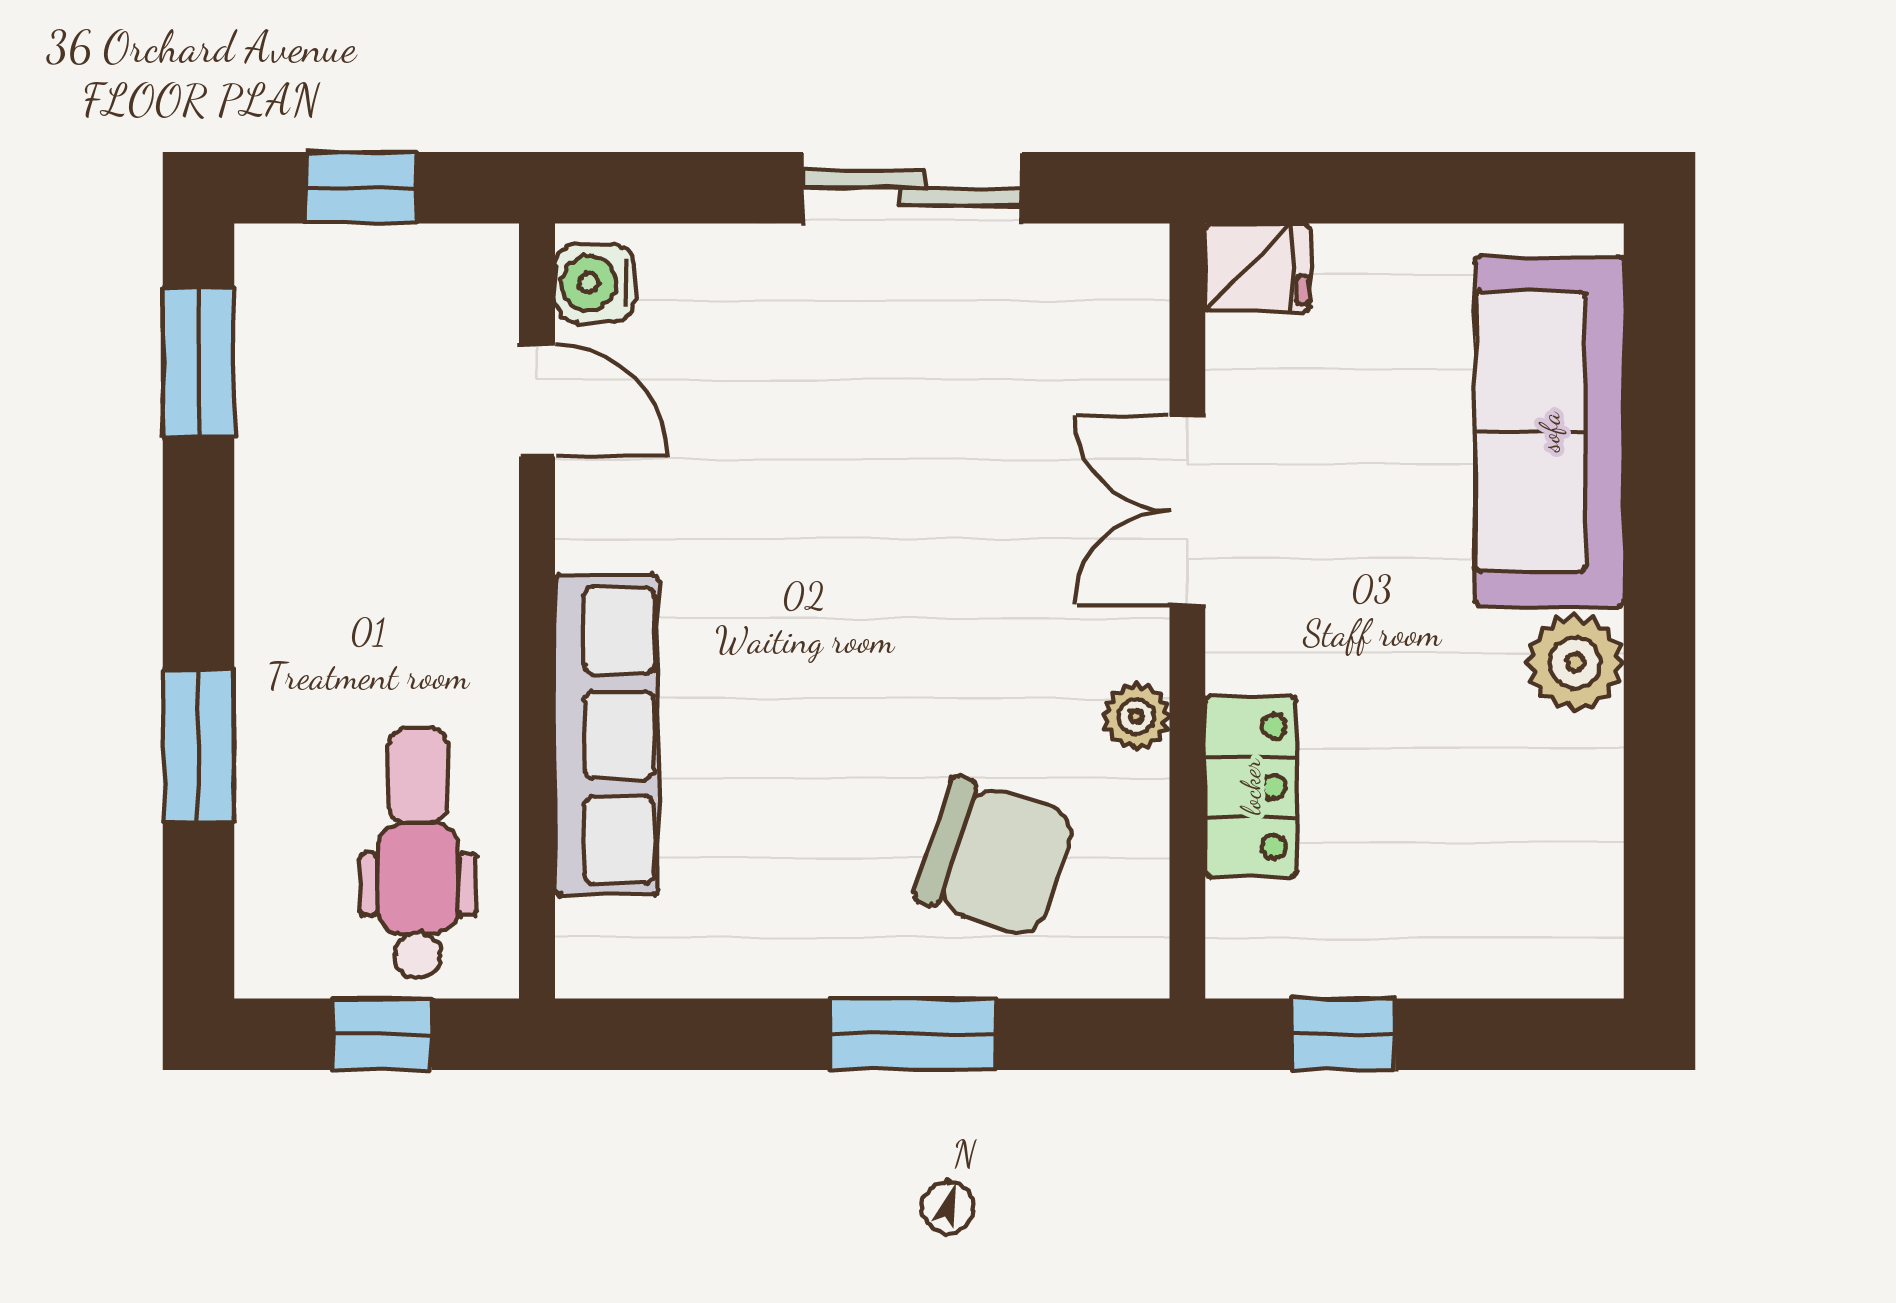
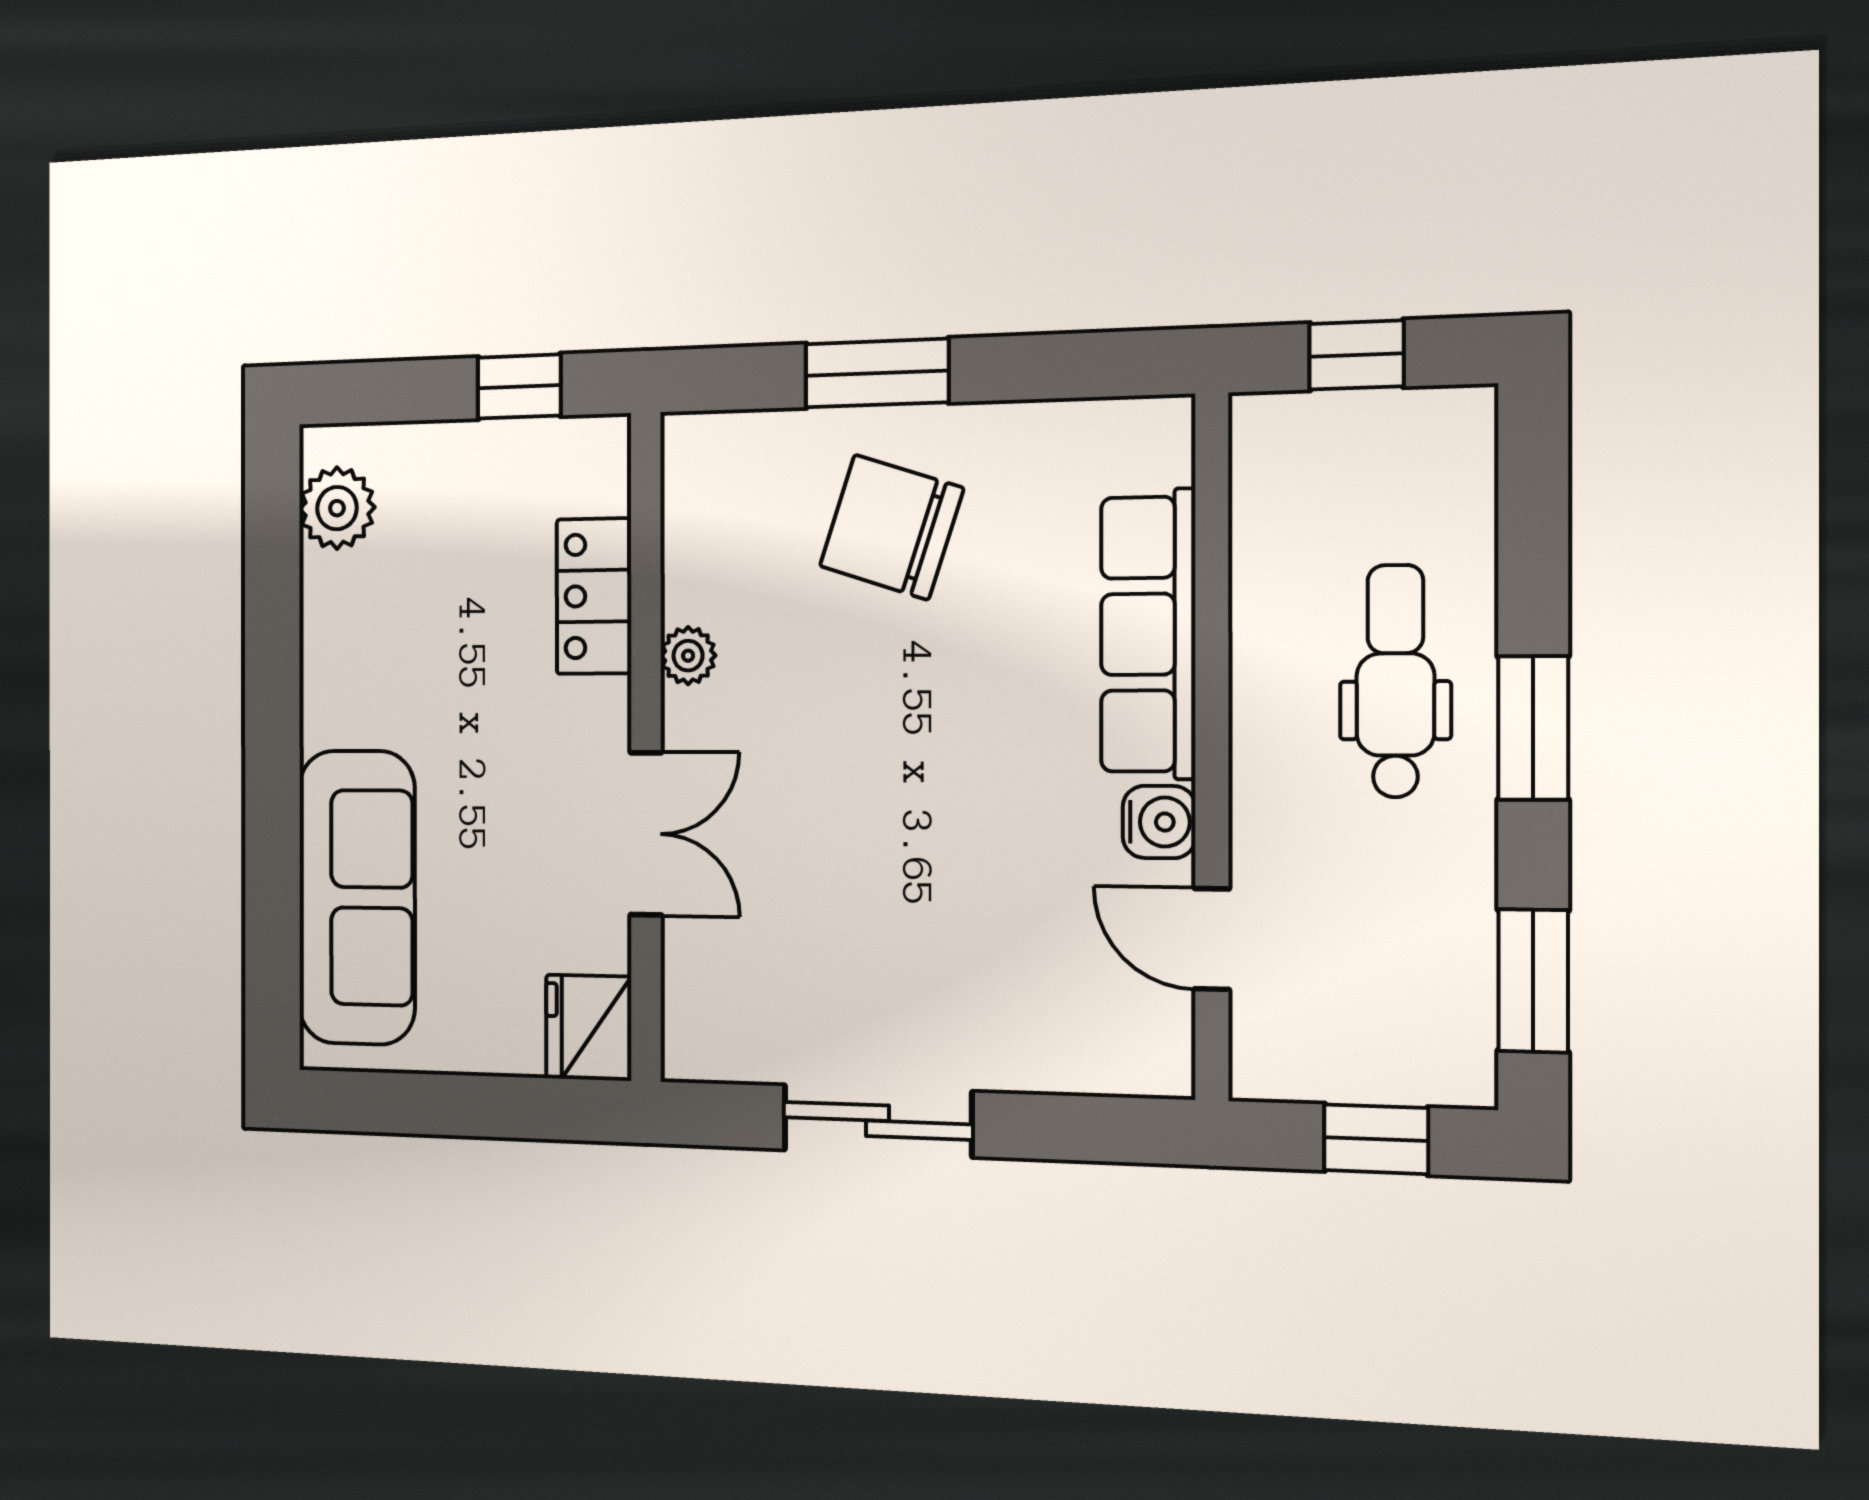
fridge: (1257, 267) -> (589, 1028), width x1.38
water cooler: (595, 283) -> (1159, 822), moved
plant: (1575, 663) -> (337, 508), moved
window: (198, 746) -> (1533, 728), moved
dental chair: (418, 853) -> (1395, 681), moved, turned 180
chair: (995, 858) -> (891, 527), moved

